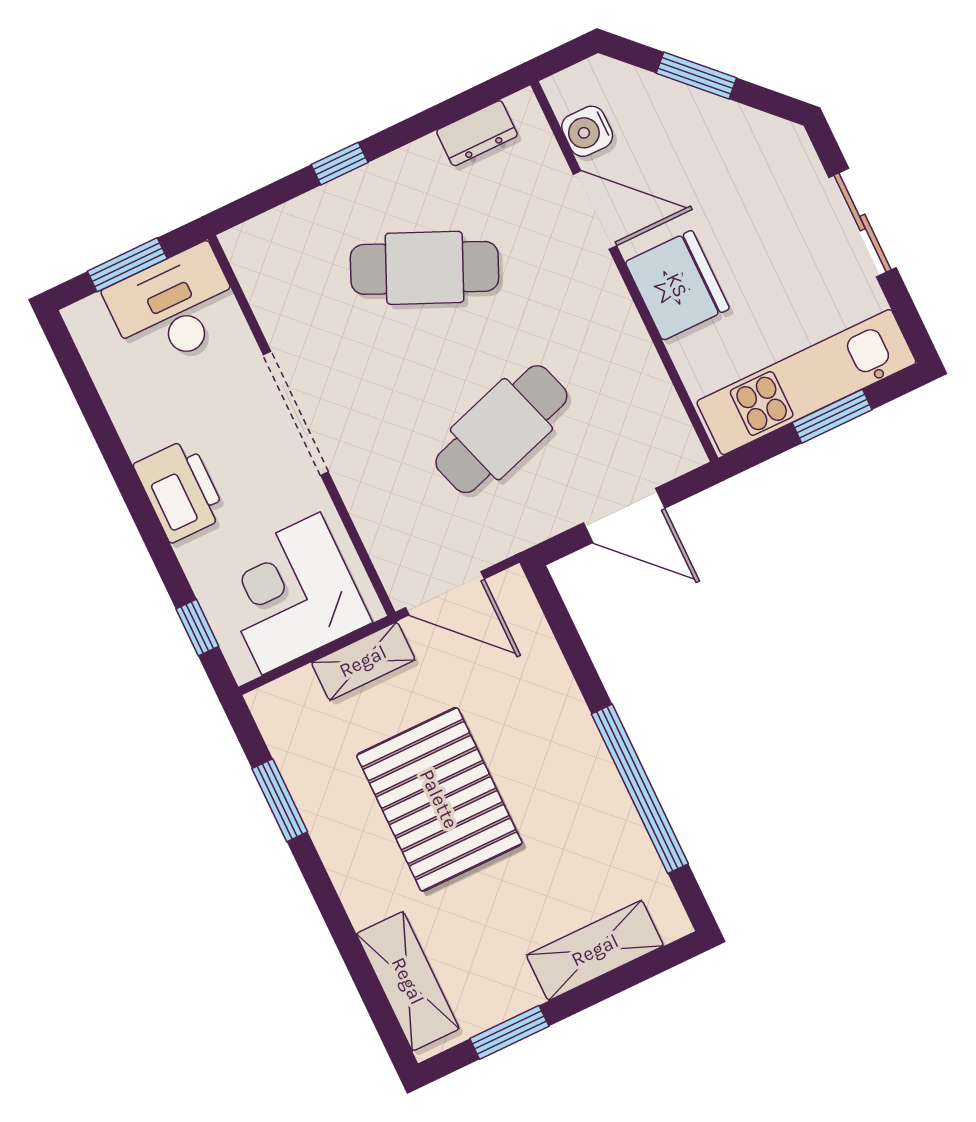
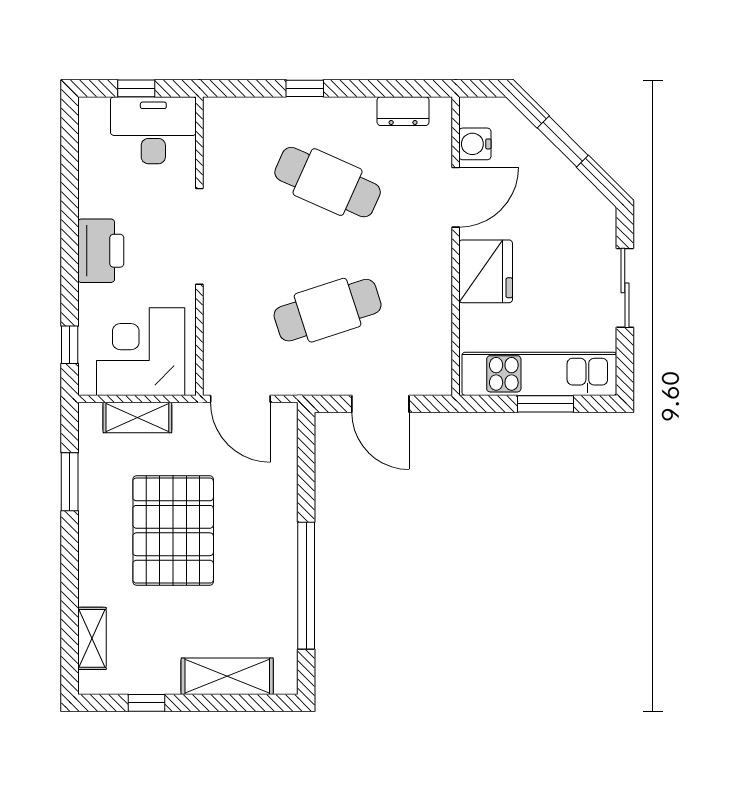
door: (595, 210) -> (456, 197), hinge flipped
window: (127, 265) -> (136, 88), width x0.67
shelving: (363, 661) -> (137, 418), moved
shelving: (408, 981) -> (92, 638), width x0.67, depth x0.75
window: (509, 1032) -> (146, 703), width x0.67

